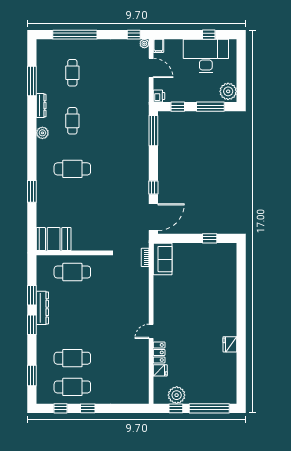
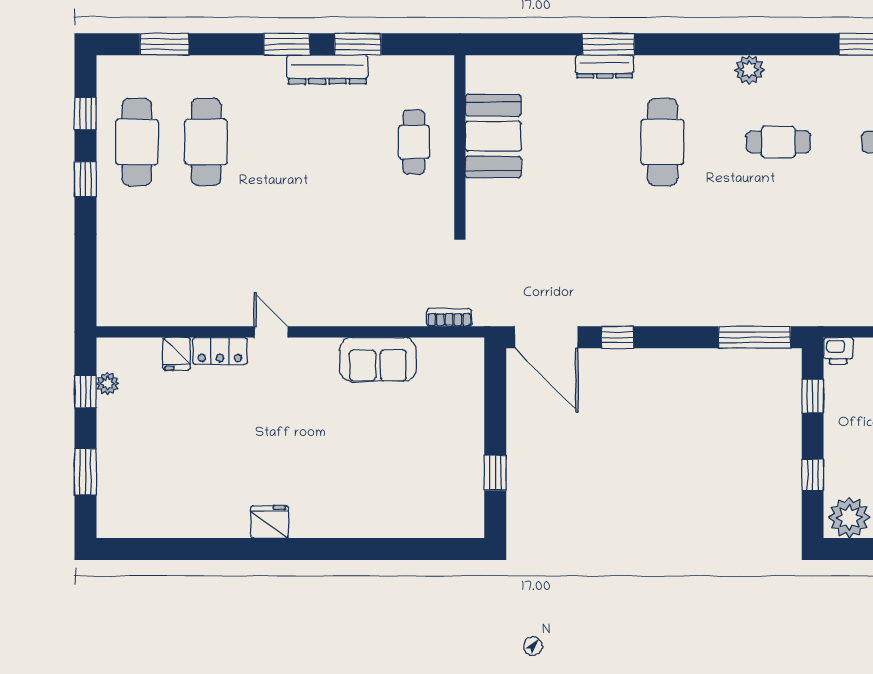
dresser: (41, 106) -> (605, 66), moved
window: (210, 107) -> (813, 475), width x0.46
booth: (54, 239) -> (493, 136), moved
sofa: (163, 259) -> (378, 360), moved
cafe table: (72, 272) -> (414, 142), width x0.73, depth x0.74
fridge: (230, 344) -> (270, 522), moved
plant: (177, 395) -> (107, 383), width x0.53, depth x0.53
window: (209, 408) -> (85, 472), width x0.47

